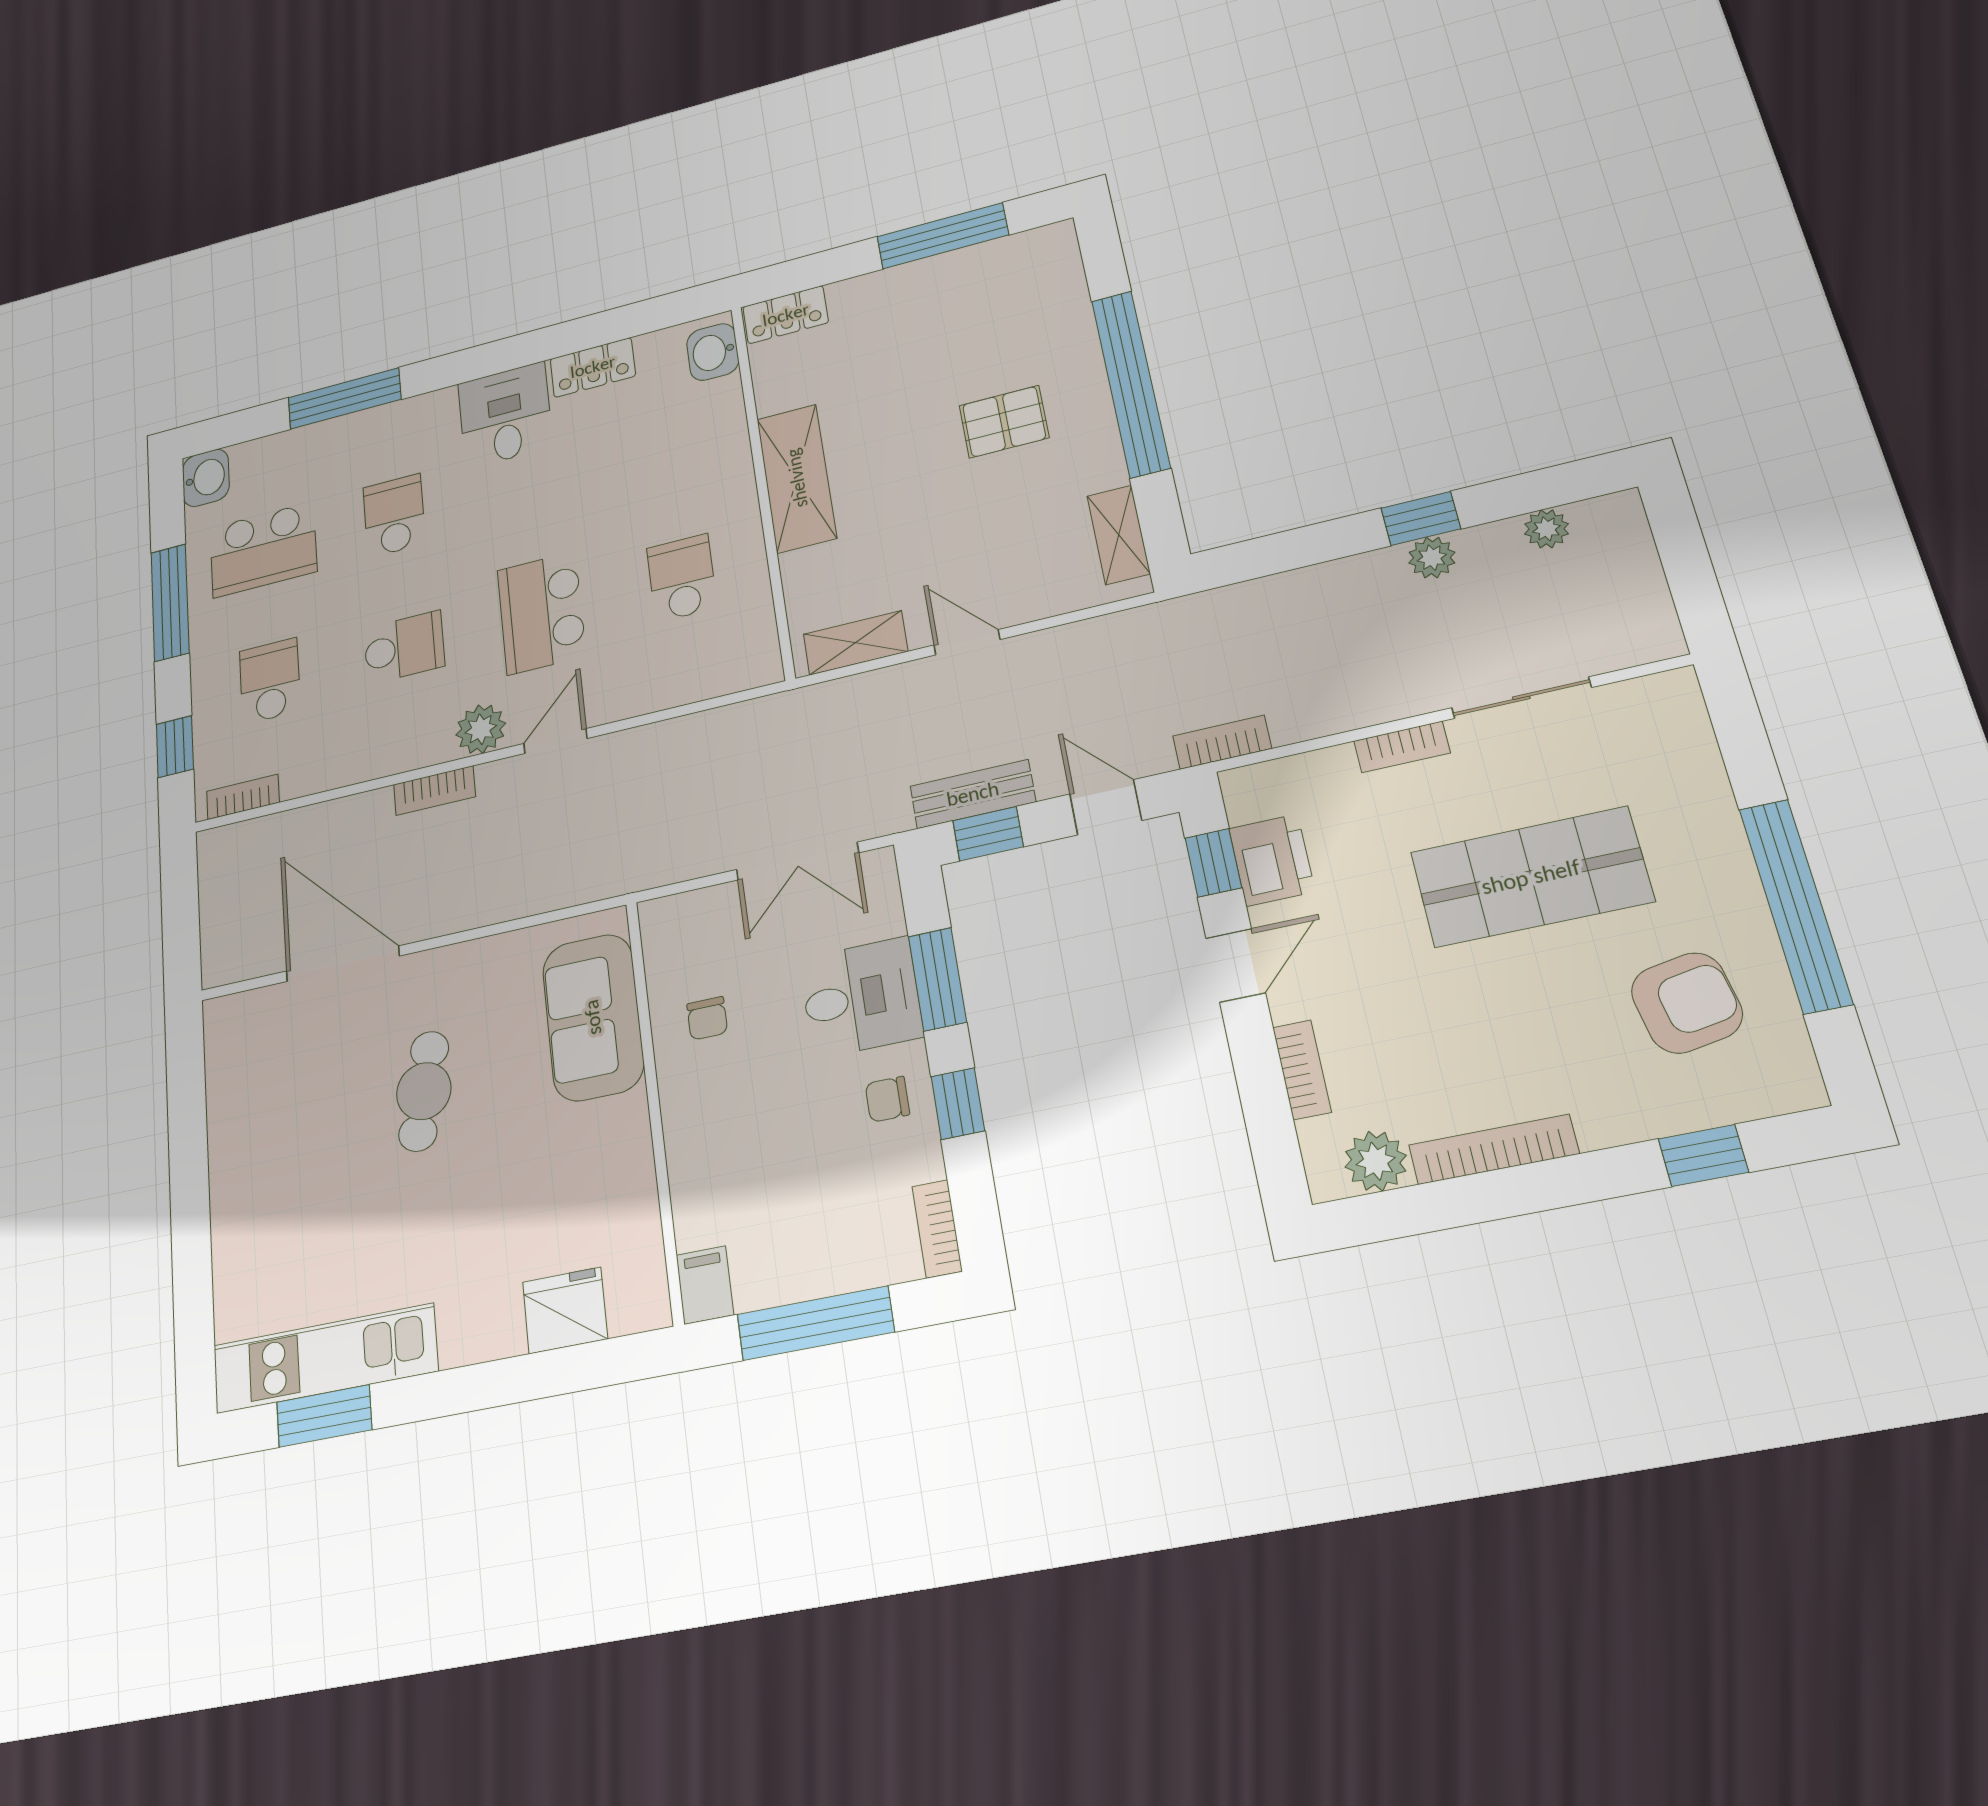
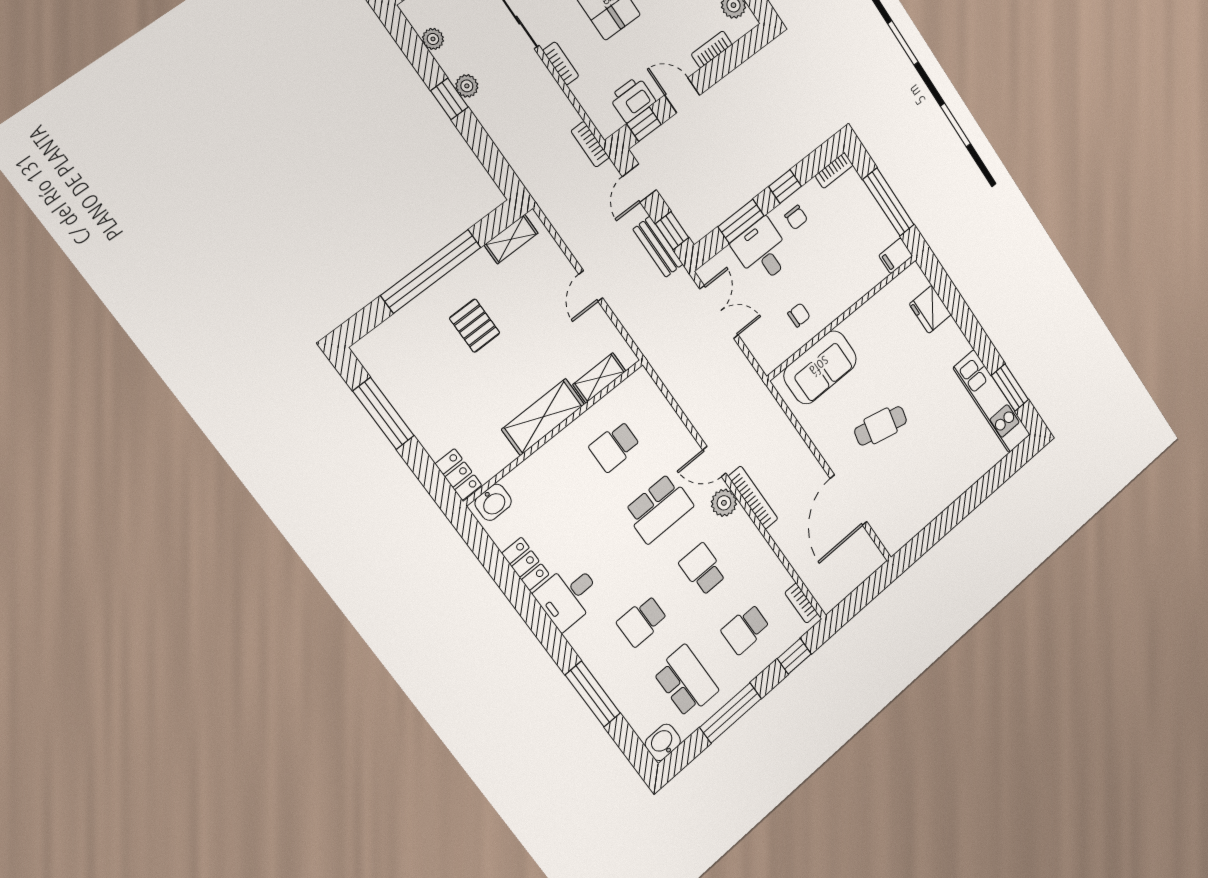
shelving: (855, 643) -> (599, 378), moved, turned 90
bookcase: (434, 791) -> (753, 498), width x1.56

